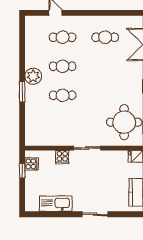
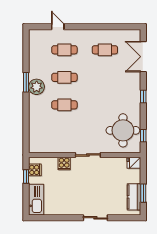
window: (22, 92) -> (26, 82), moved
kitchen sink: (56, 204) -> (36, 200), moved, turned 90

